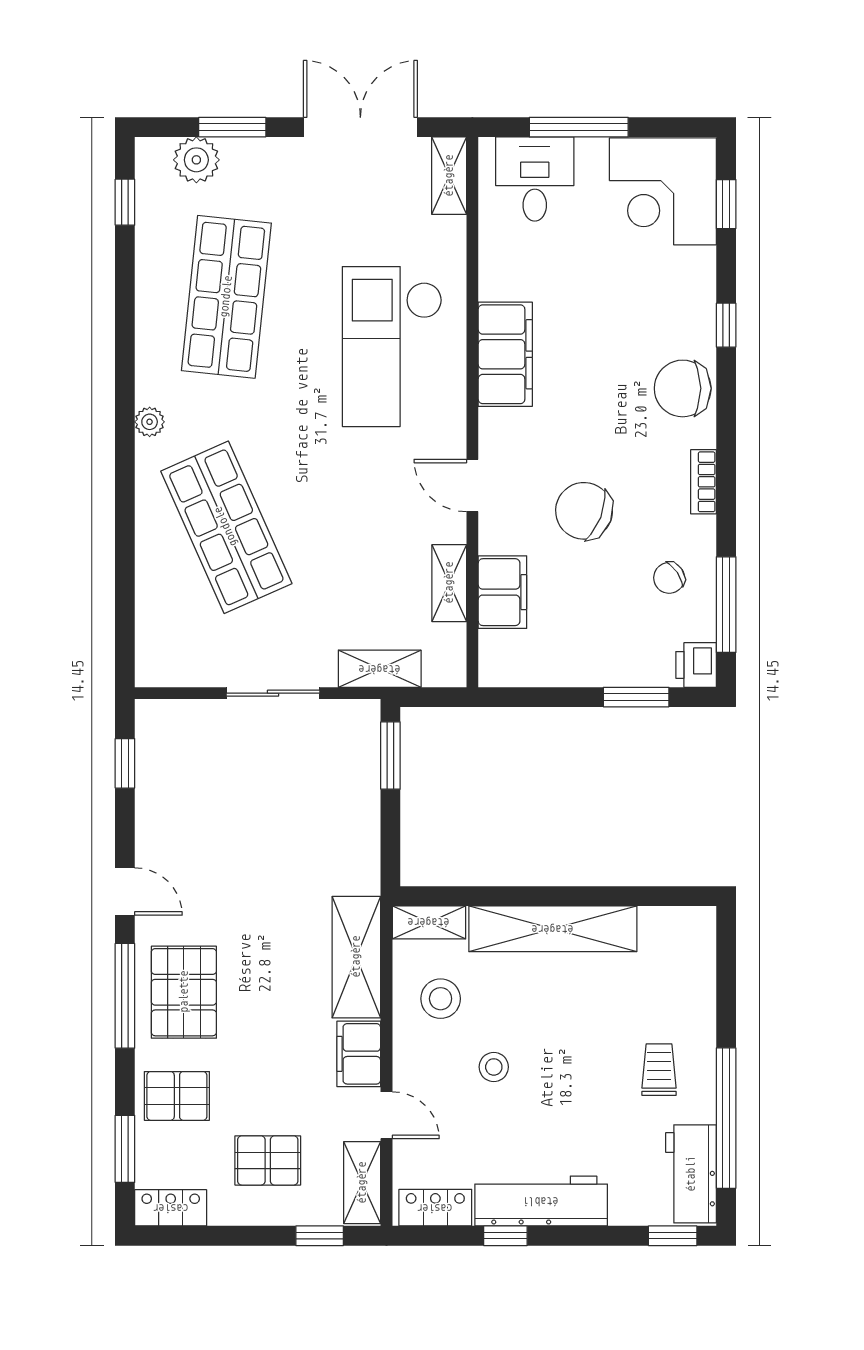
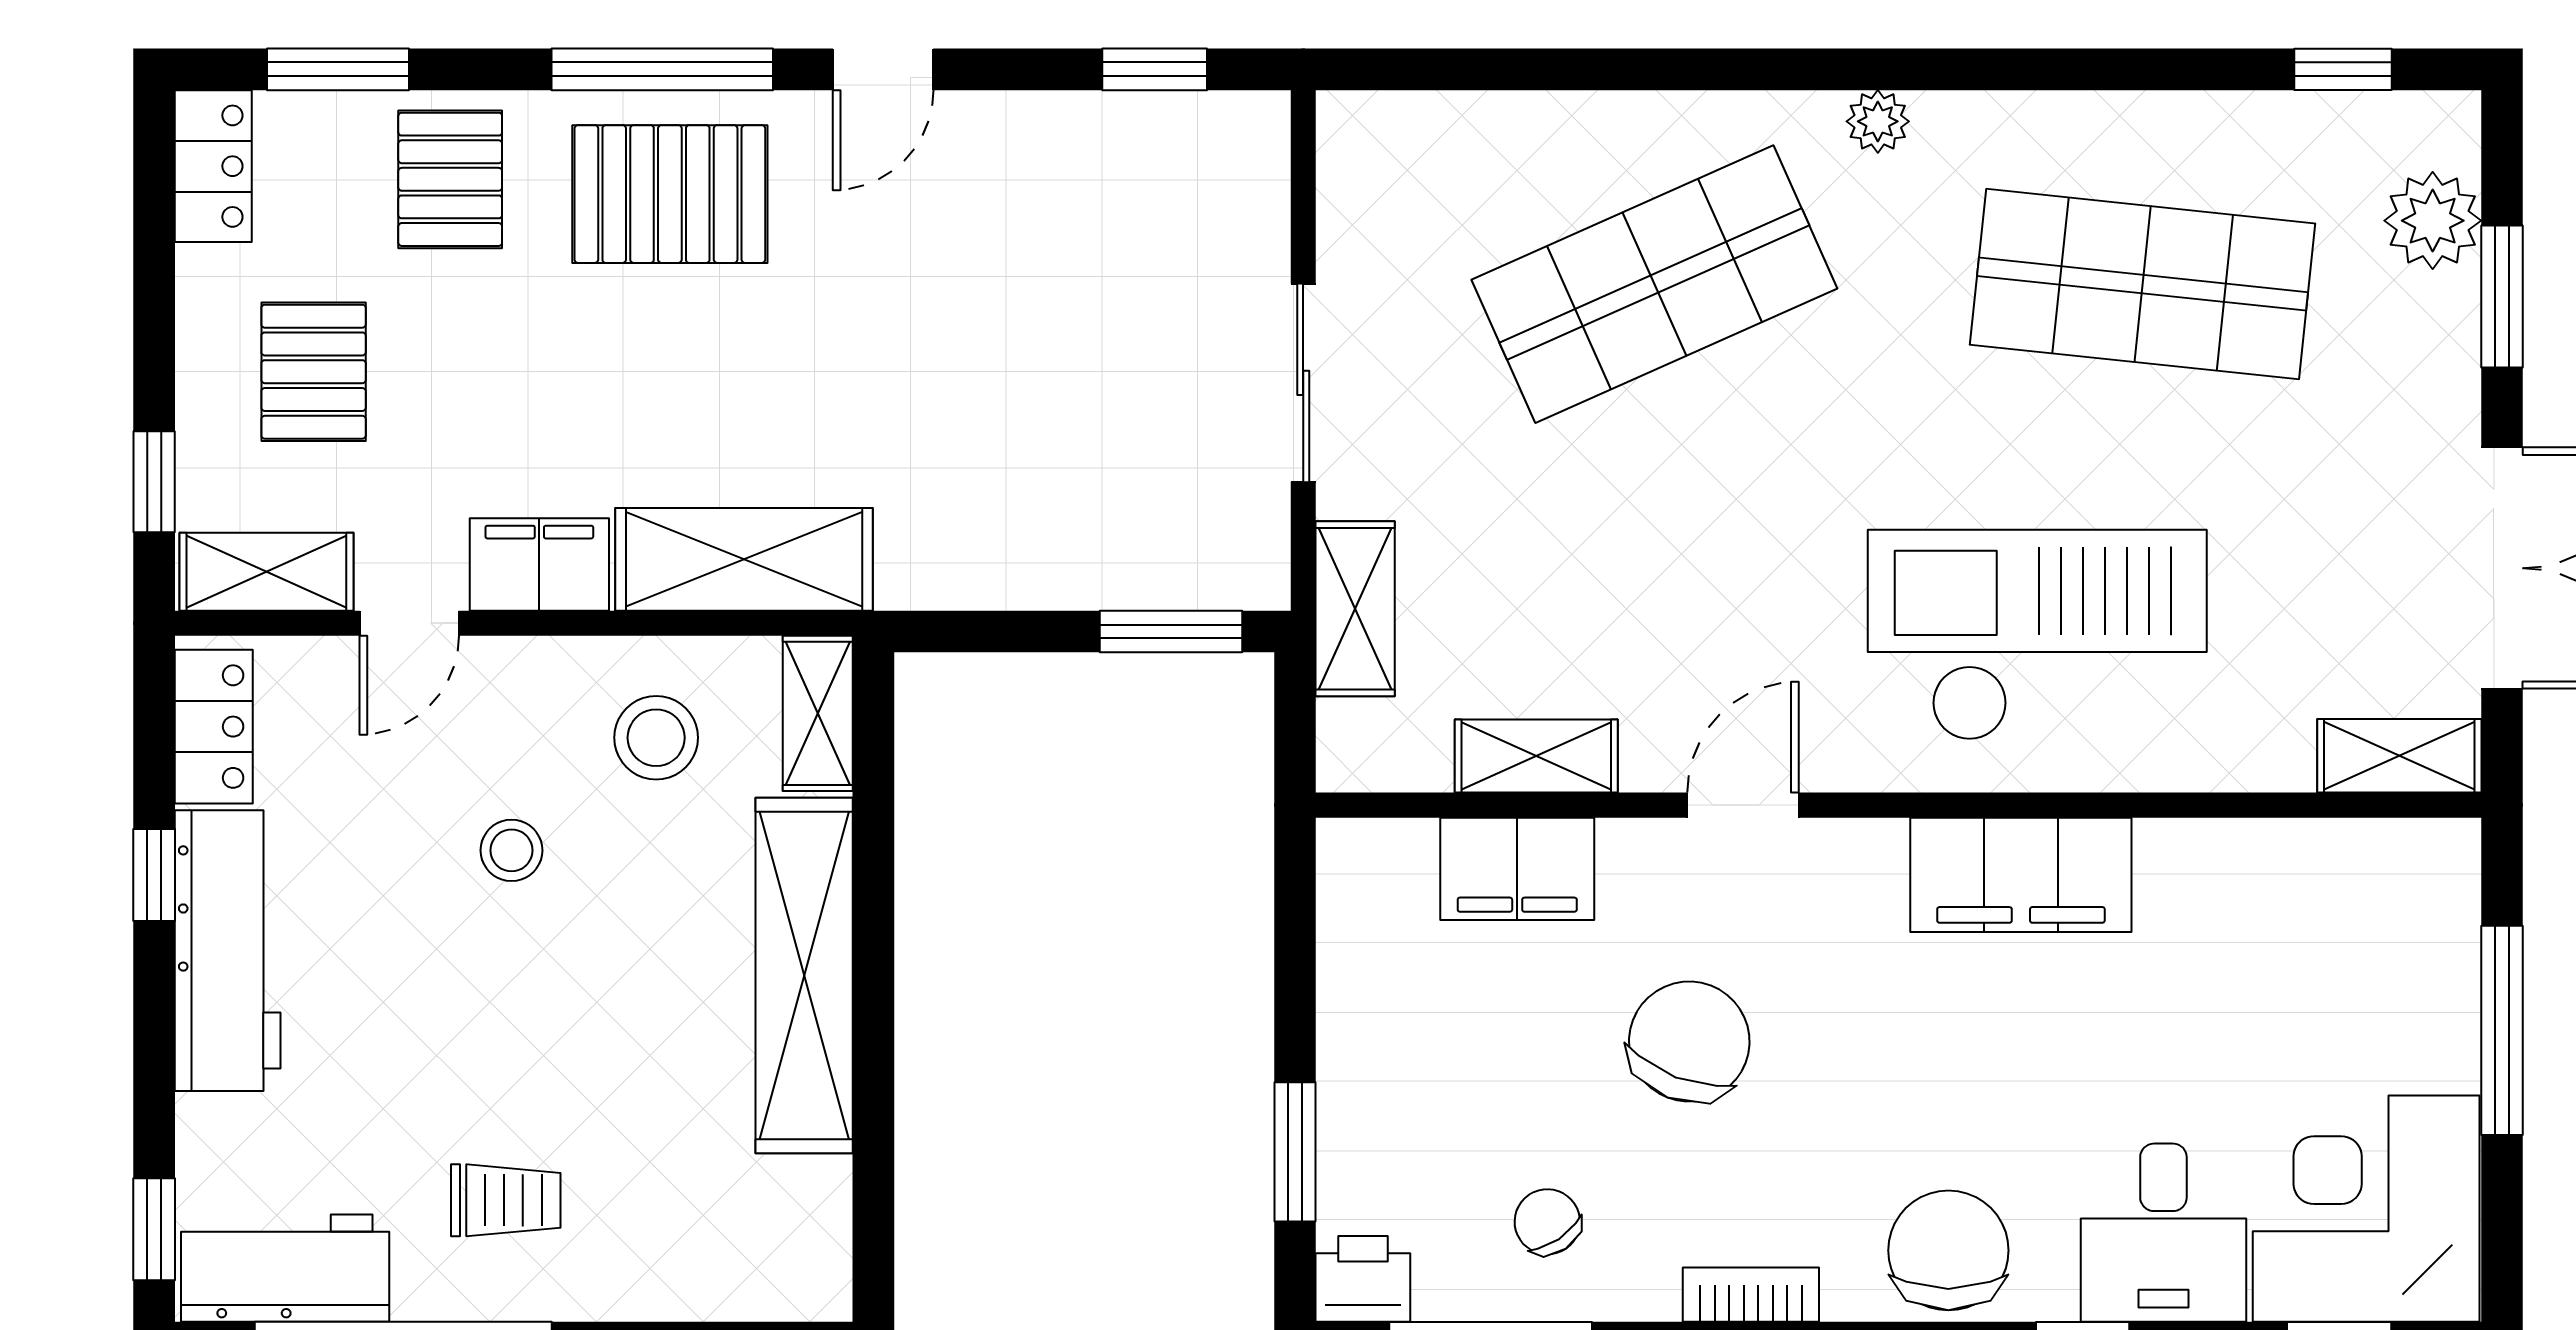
desk: (535, 179) -> (2163, 1233), moved, turned 90

